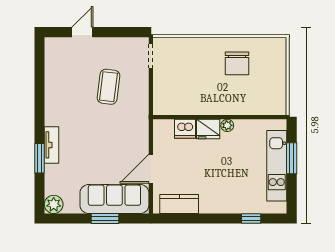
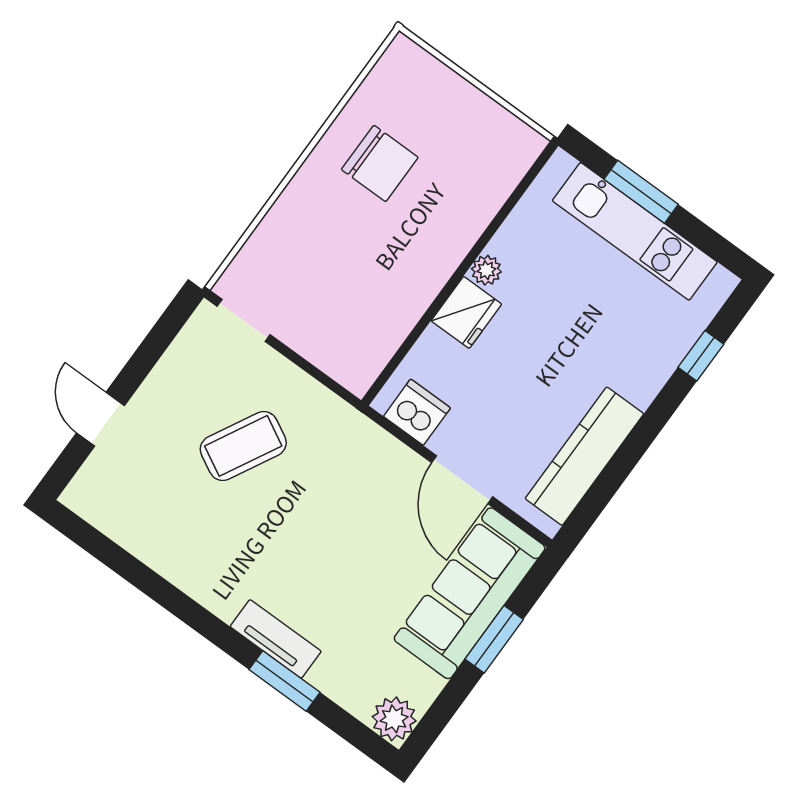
coffee table: (108, 87) -> (243, 446), turned -69
dishwasher: (185, 129) -> (417, 412), moved, turned -90
kitchen counter: (179, 204) -> (584, 456), width x1.50

